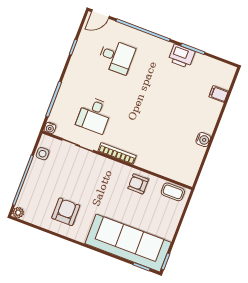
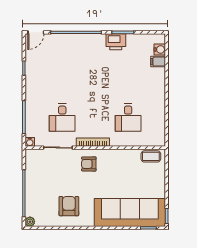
desk: (116, 57) -> (128, 118), moved, turned 90
water cooler: (203, 140) -> (160, 49), moved
side table: (43, 154) -> (32, 165), removed
armchair: (138, 184) -> (89, 164), moved

